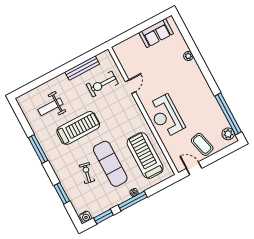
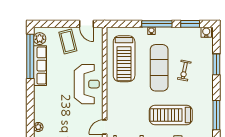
row of seats: (215, 110) -> (40, 66), added

